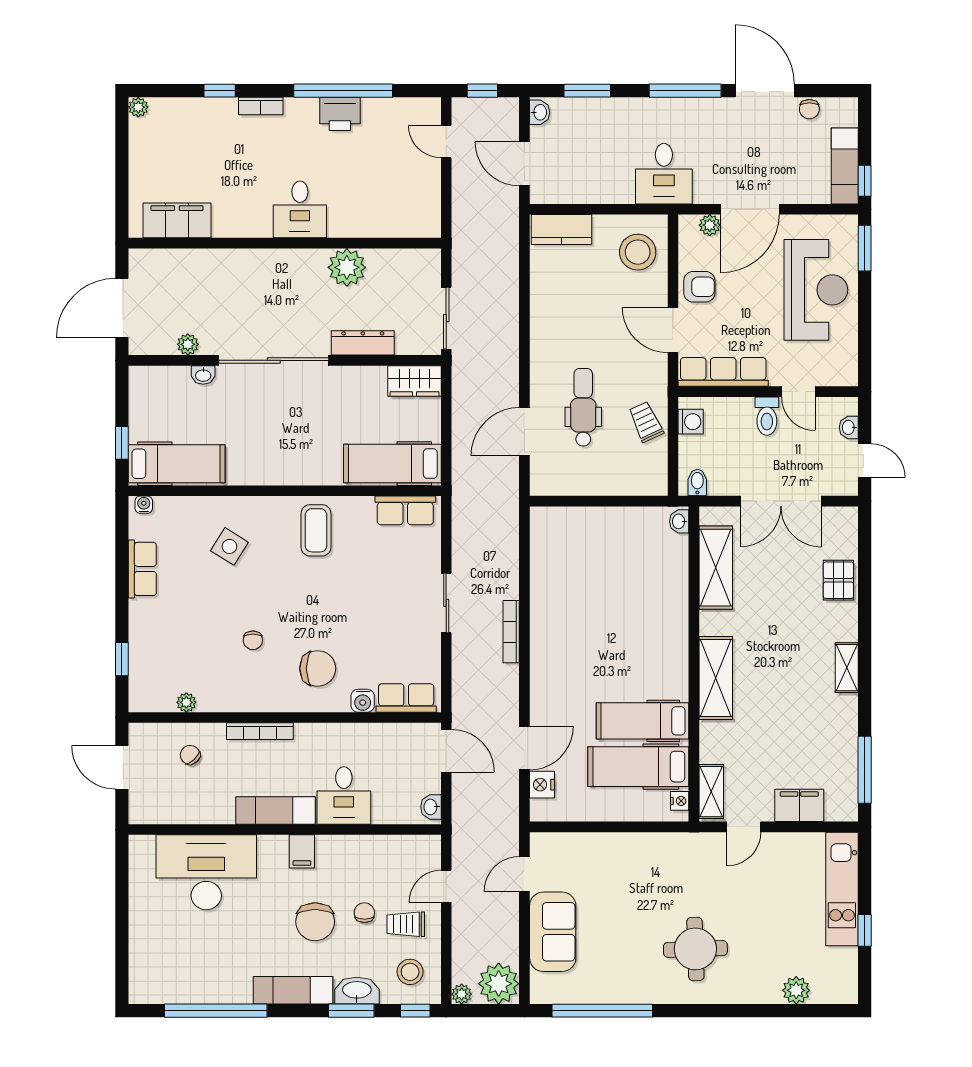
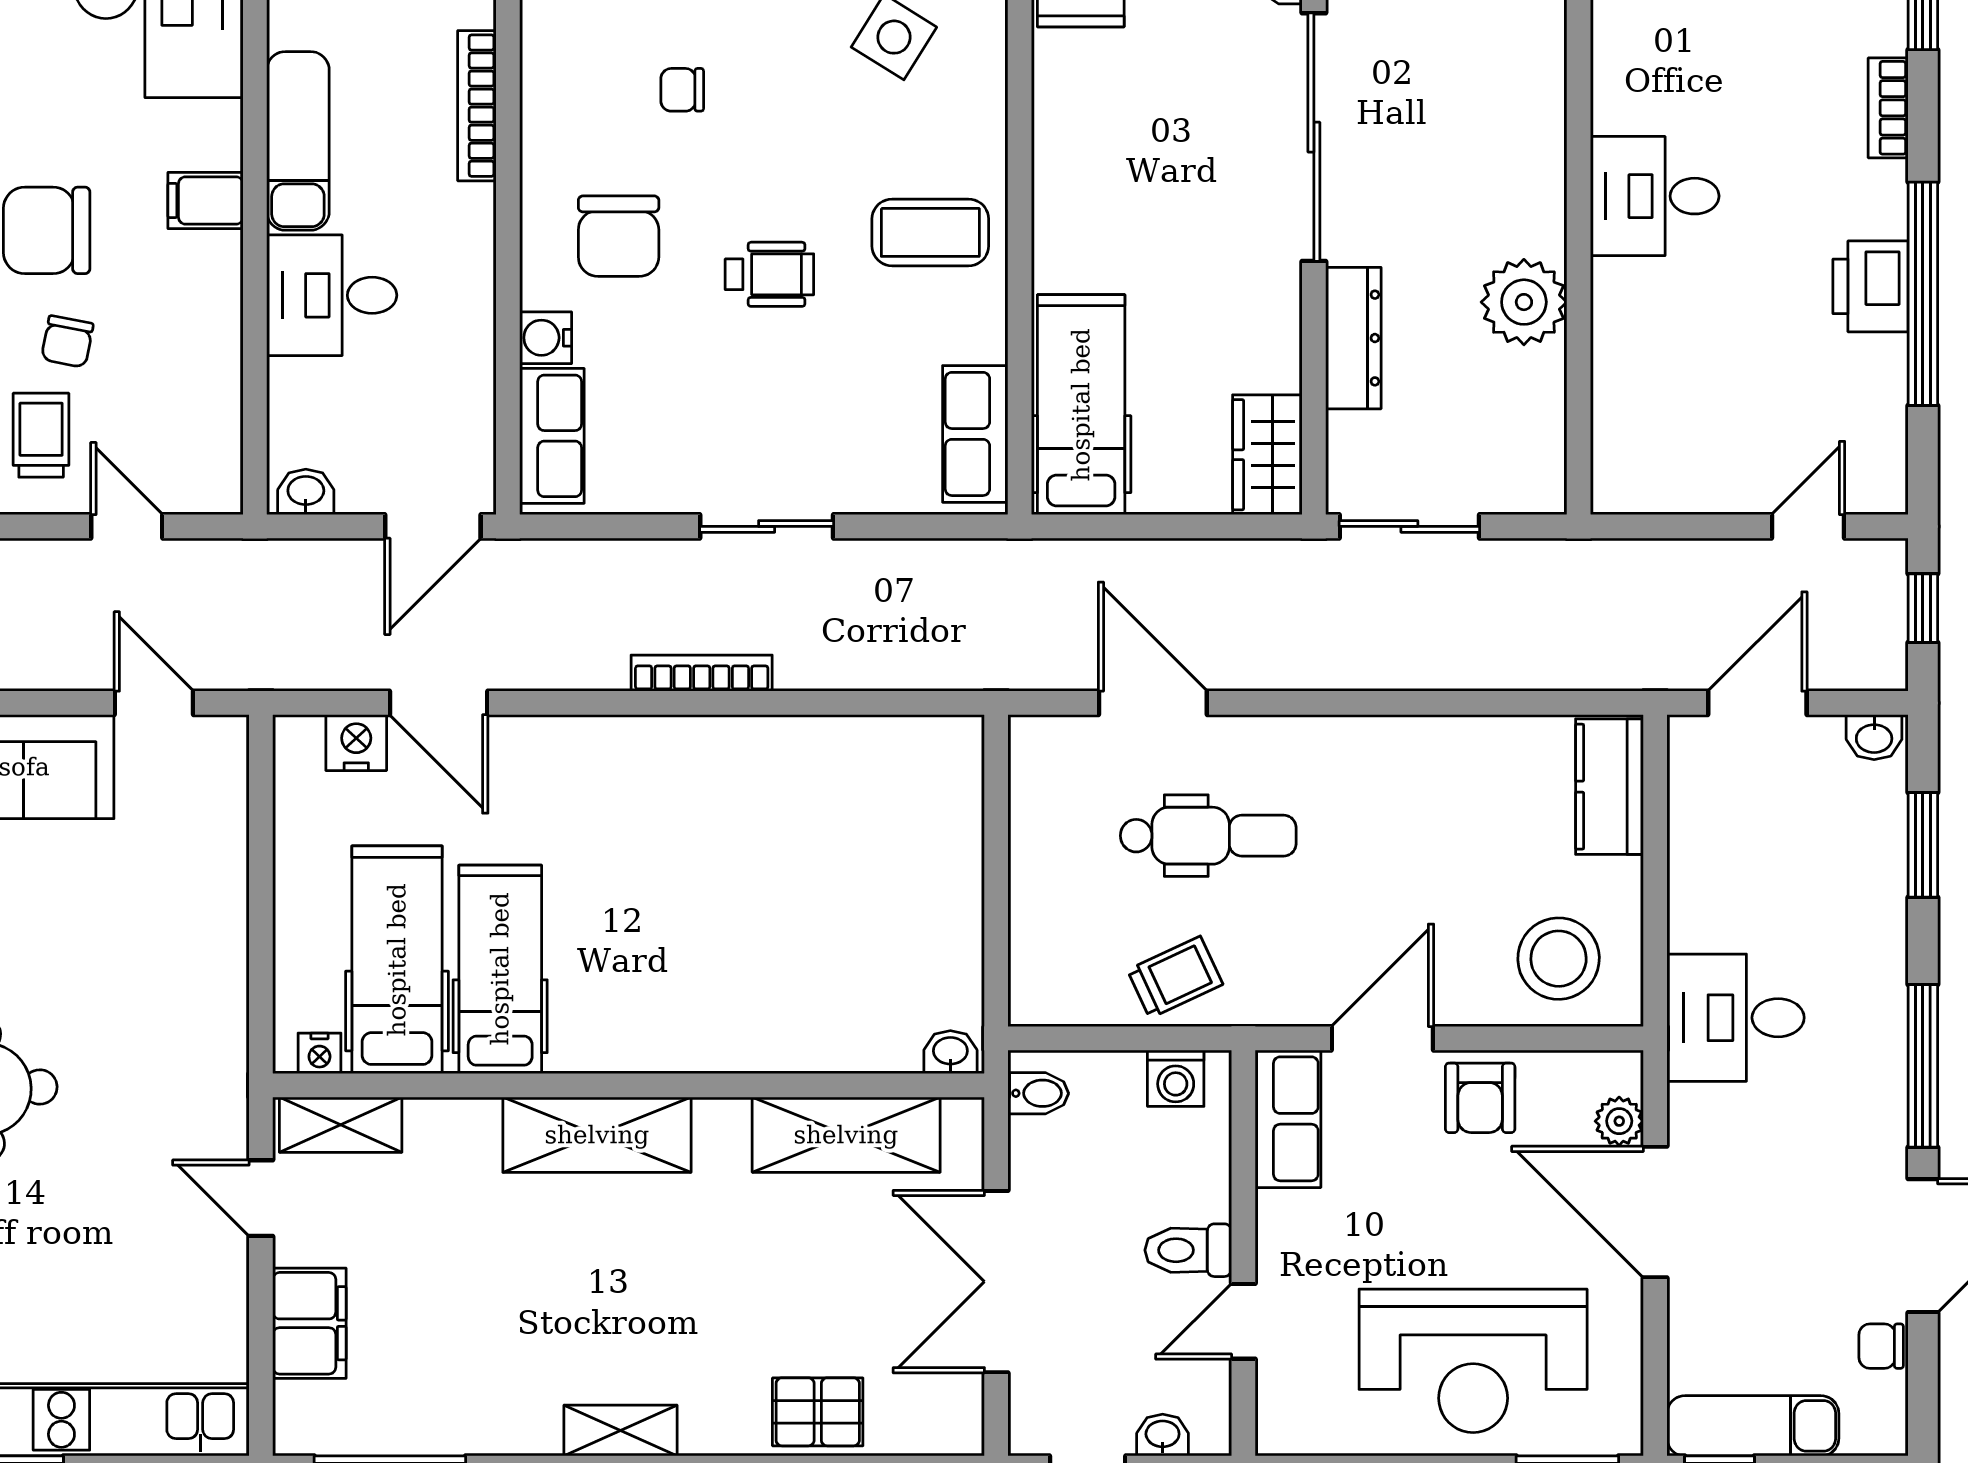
row of seats: (723, 372) -> (1288, 1119), width x0.68
wheelchair: (335, 602) -> (769, 274), added
chair: (364, 913) -> (67, 341), turned 101

